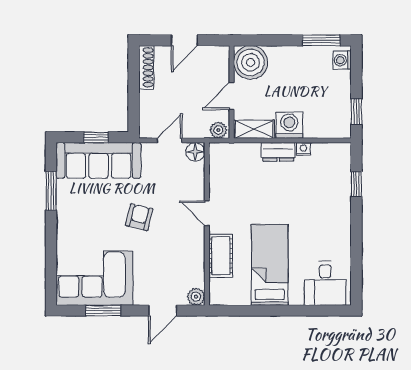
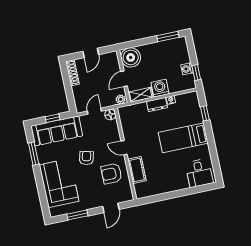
washing machine: (342, 60) -> (187, 69), moved
armchair: (176, 253) -> (111, 174), added
bed: (270, 265) -> (183, 138), moved, turned -90
corner sofa: (95, 278) -> (59, 183), moved, turned 90
plant: (196, 297) -> (128, 196), removed

